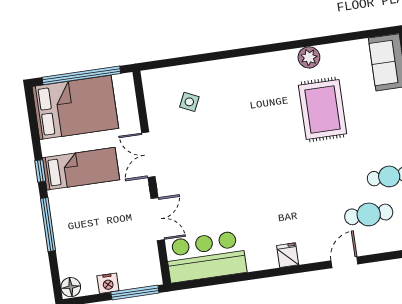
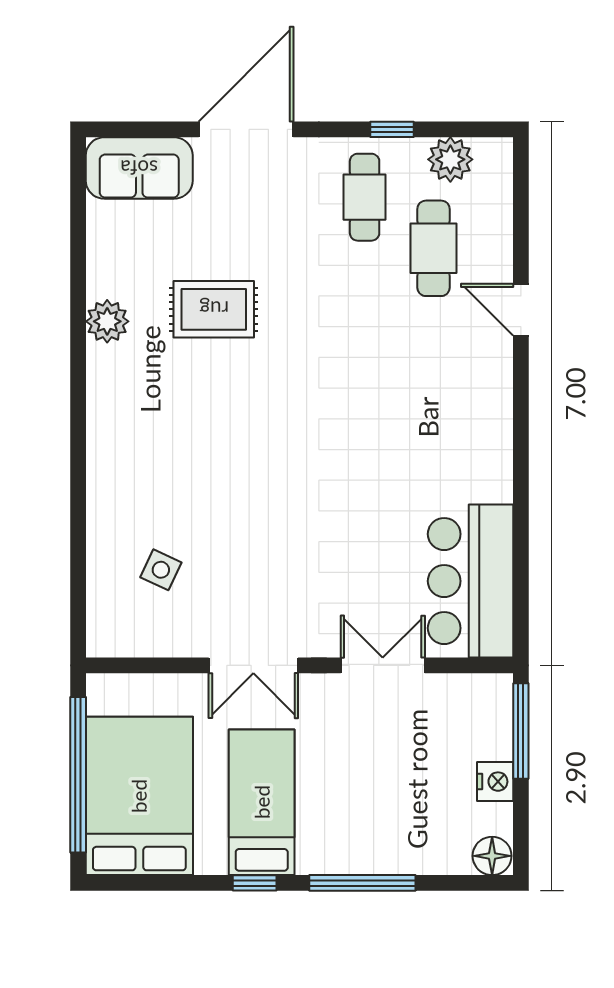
rug: (323, 109) -> (214, 309), width x0.73, depth x0.70
fridge: (288, 255) -> (491, 419), removed

